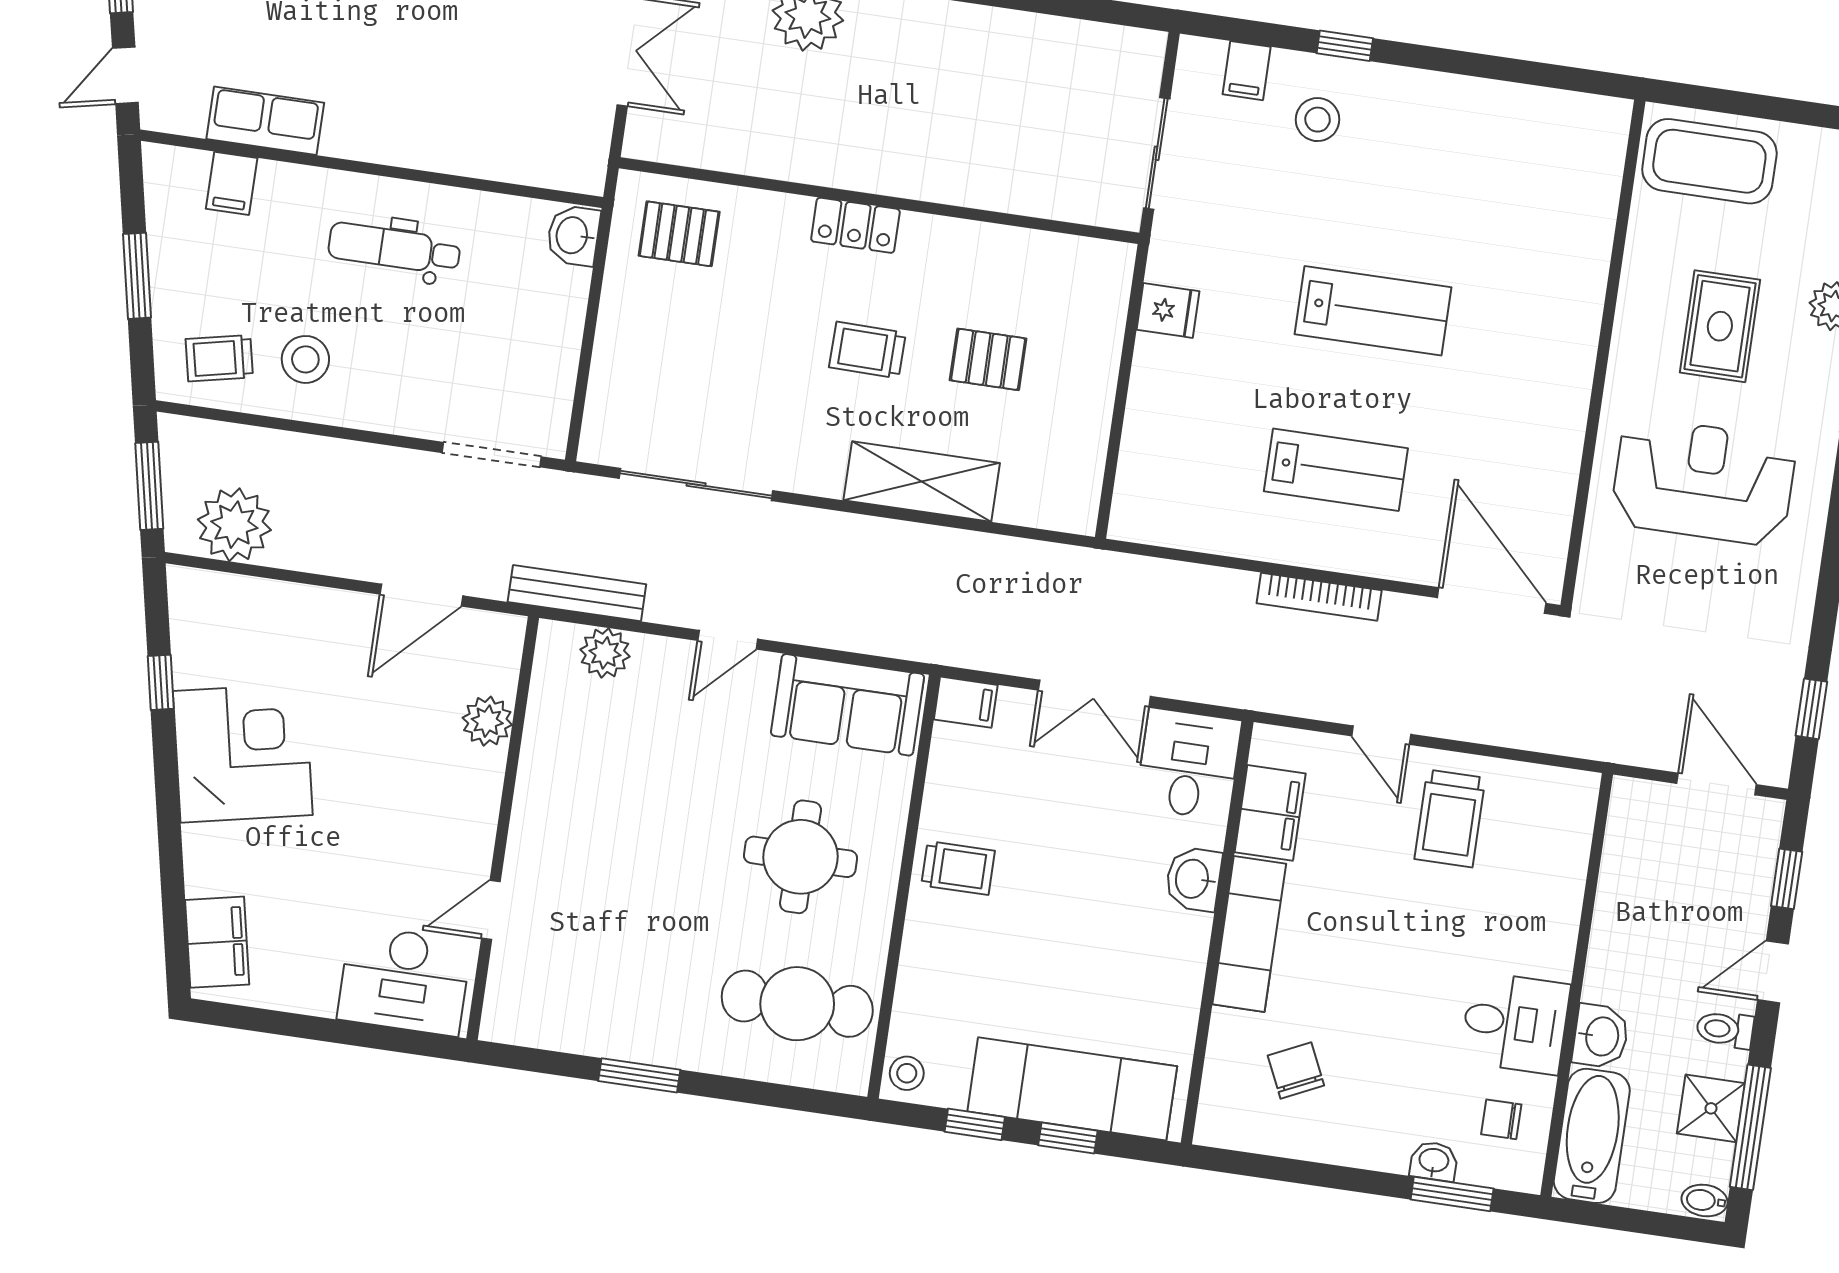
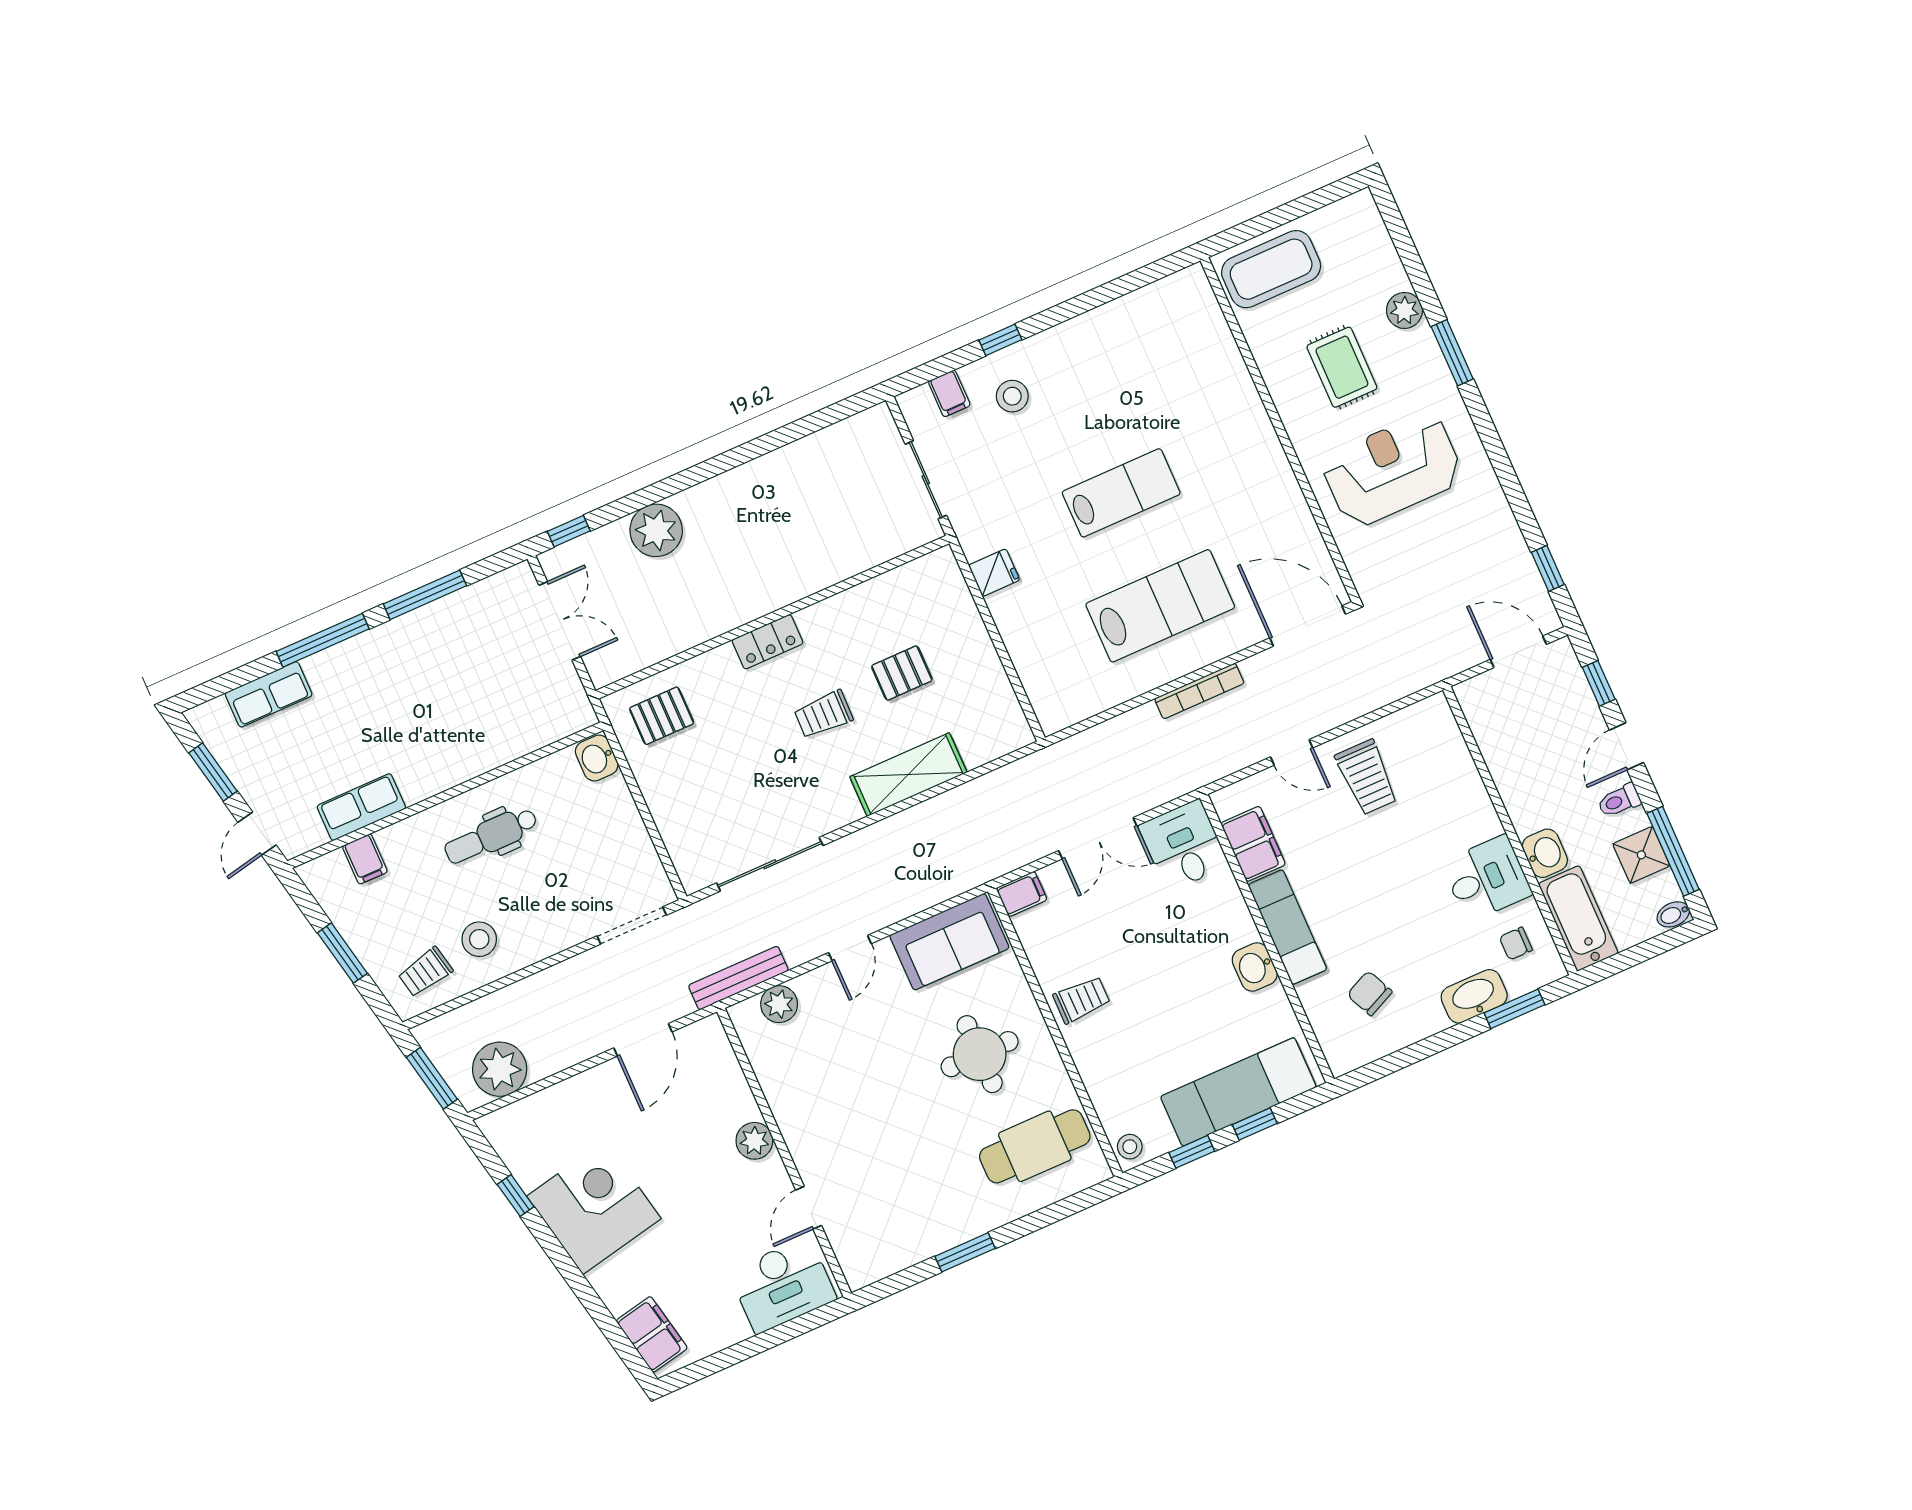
lab bench: (1336, 470) -> (1160, 606), width x1.36, depth x1.39
plant: (487, 721) -> (754, 1141), moved
washbasin: (1193, 879) -> (1255, 967), moved
washbasin: (1434, 1161) -> (1474, 996), width x1.91, depth x1.45

